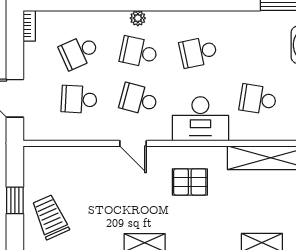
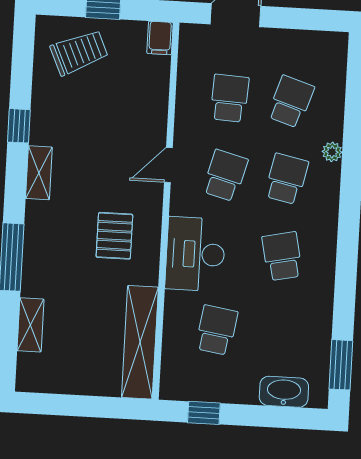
plant: (138, 18) -> (332, 152), moved
bookcase: (29, 26) -> (328, 39), removed
school desk: (79, 52) -> (291, 102), turned 42
filing cabinet: (36, 155) -> (160, 38), added

